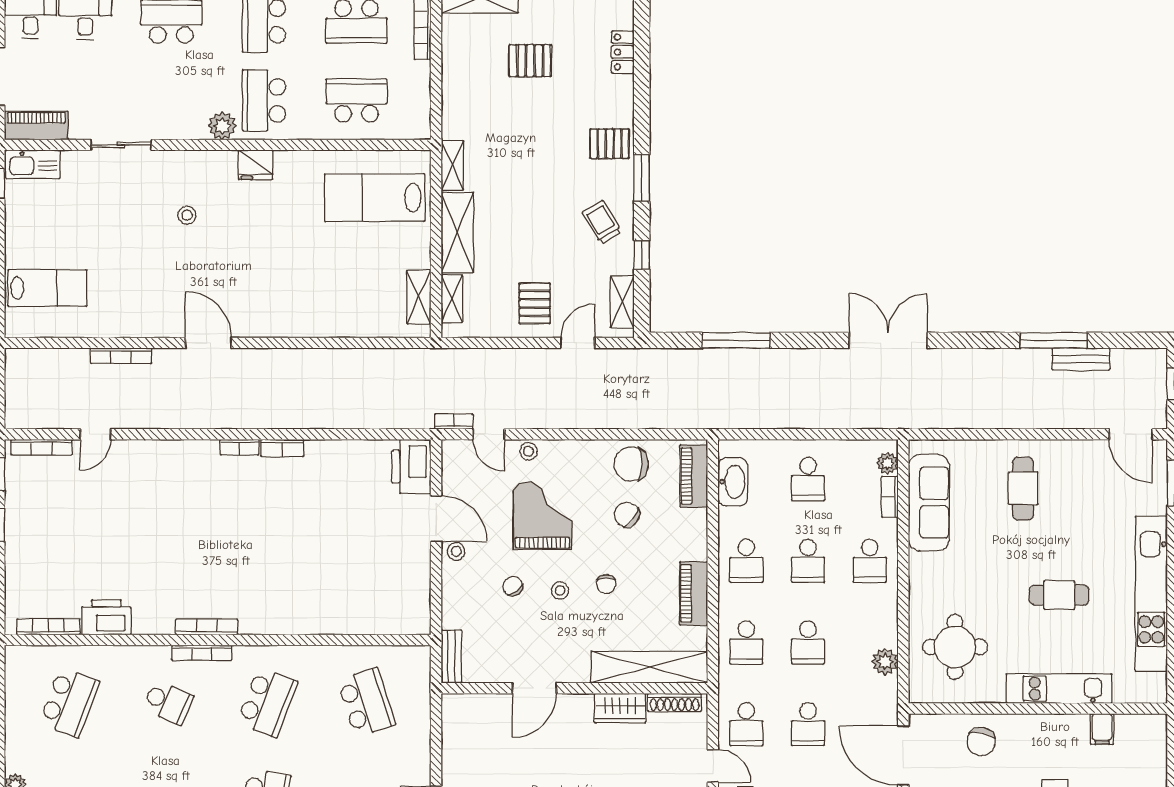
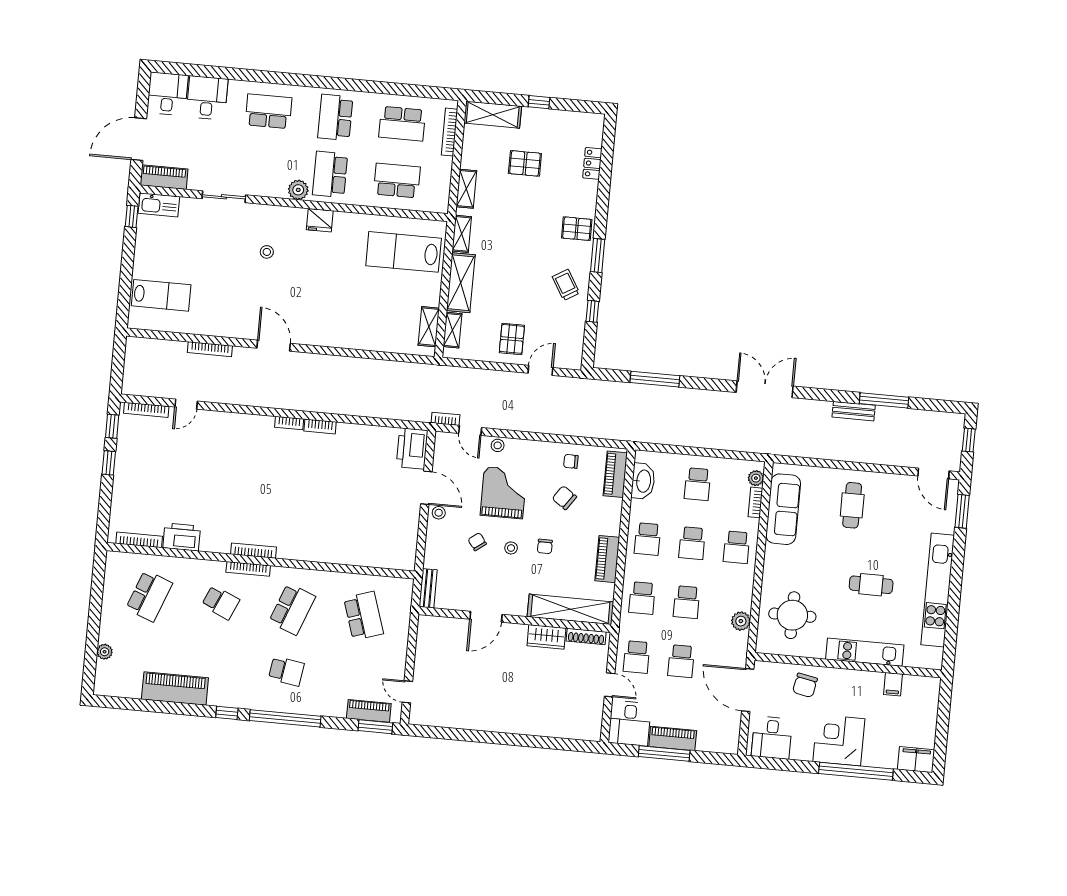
shelving: (622, 302) -> (466, 189), moved
bench: (1081, 359) -> (854, 411), moved
chair: (631, 464) -> (571, 461), width x0.54, depth x0.54

